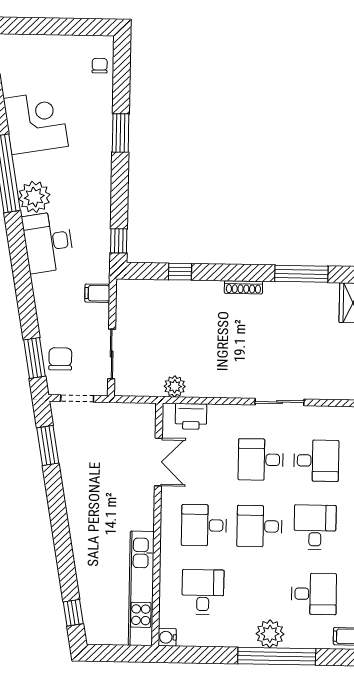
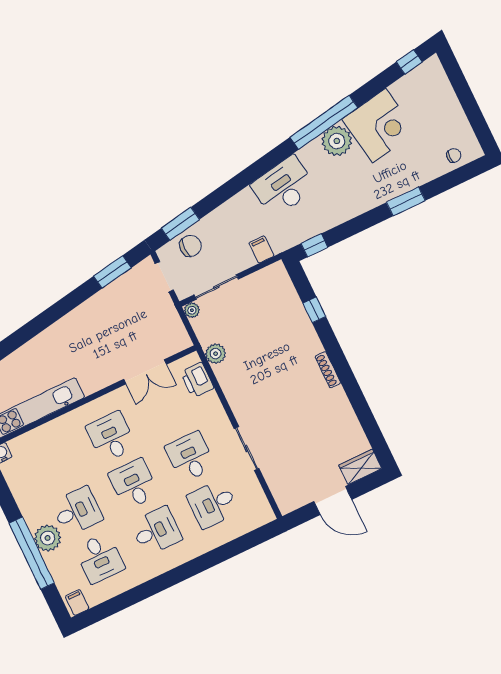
plant: (34, 197) -> (337, 141), moved
window: (301, 274) -> (364, 413), removed
plant: (122, 388) -> (192, 310), added
desk: (316, 461) -> (213, 504), turned 90
desk: (203, 592) -> (77, 511), moved

